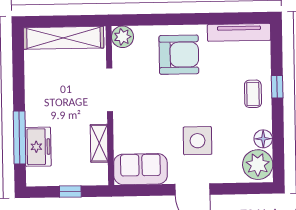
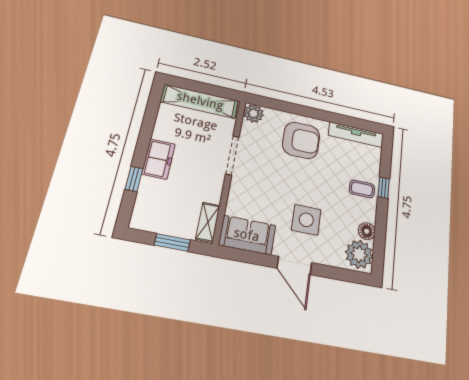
coffee table: (253, 94) -> (362, 189), turned 90
window: (19, 137) -> (134, 179), width x0.46
shelving: (99, 143) -> (208, 222), moved
freezer: (38, 147) -> (158, 159), moved
window: (70, 191) -> (172, 243), width x1.50

